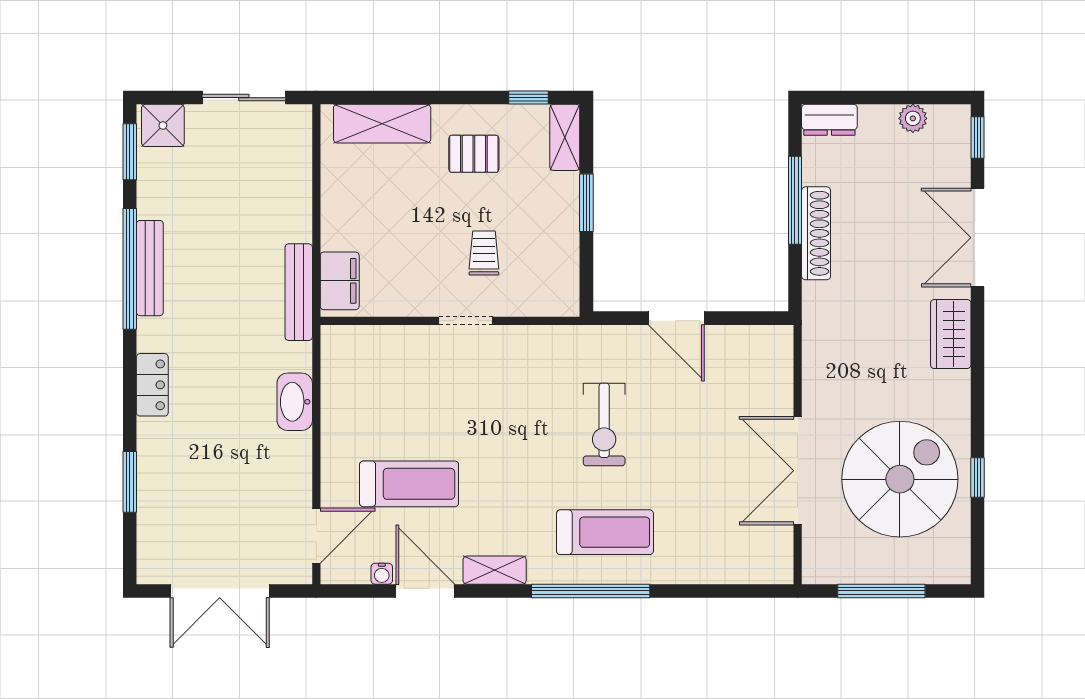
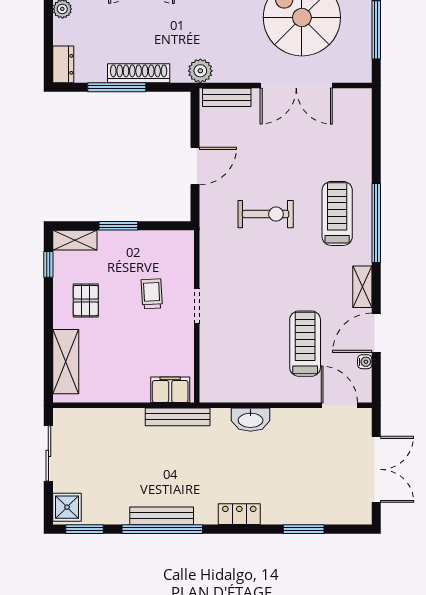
trolley: (484, 253) -> (152, 294), turned 87
plant: (820, 326) -> (200, 71), added
bench: (780, 366) -> (227, 97), added

